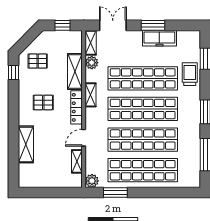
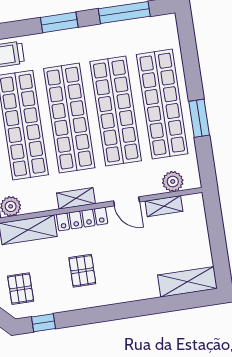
shelving: (90, 95) -> (76, 198), moved
shelving: (26, 144) -> (187, 282), moved
plant: (92, 181) -> (173, 182), moved
window: (115, 193) -> (199, 118), moved

